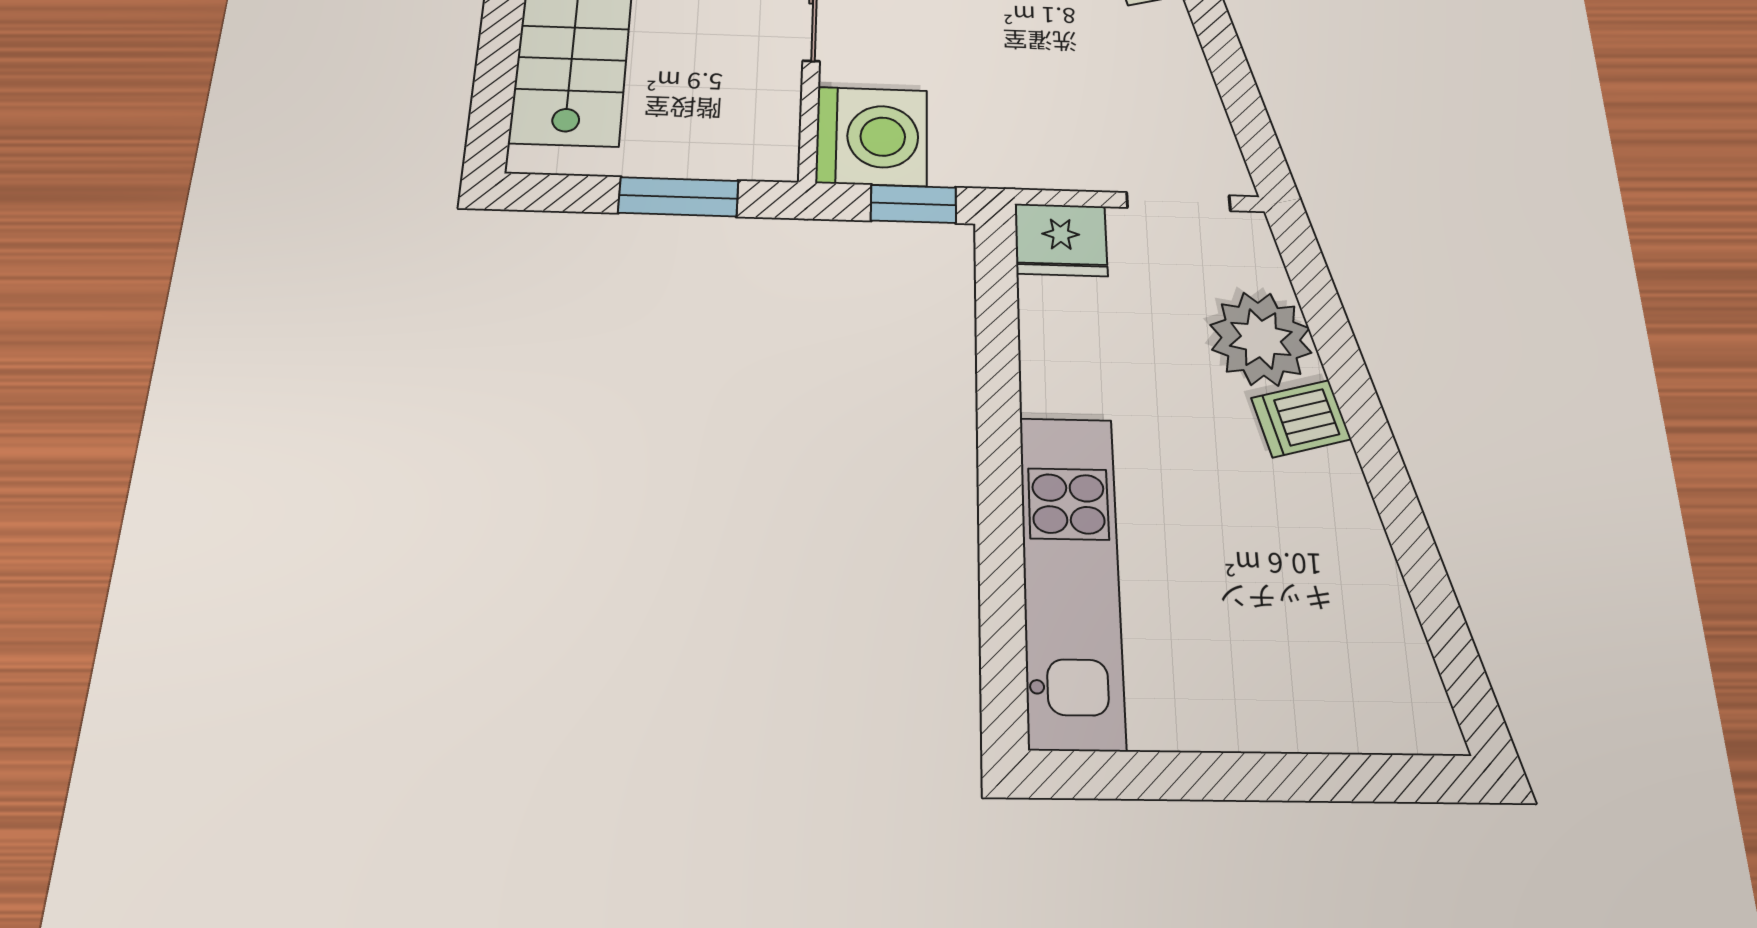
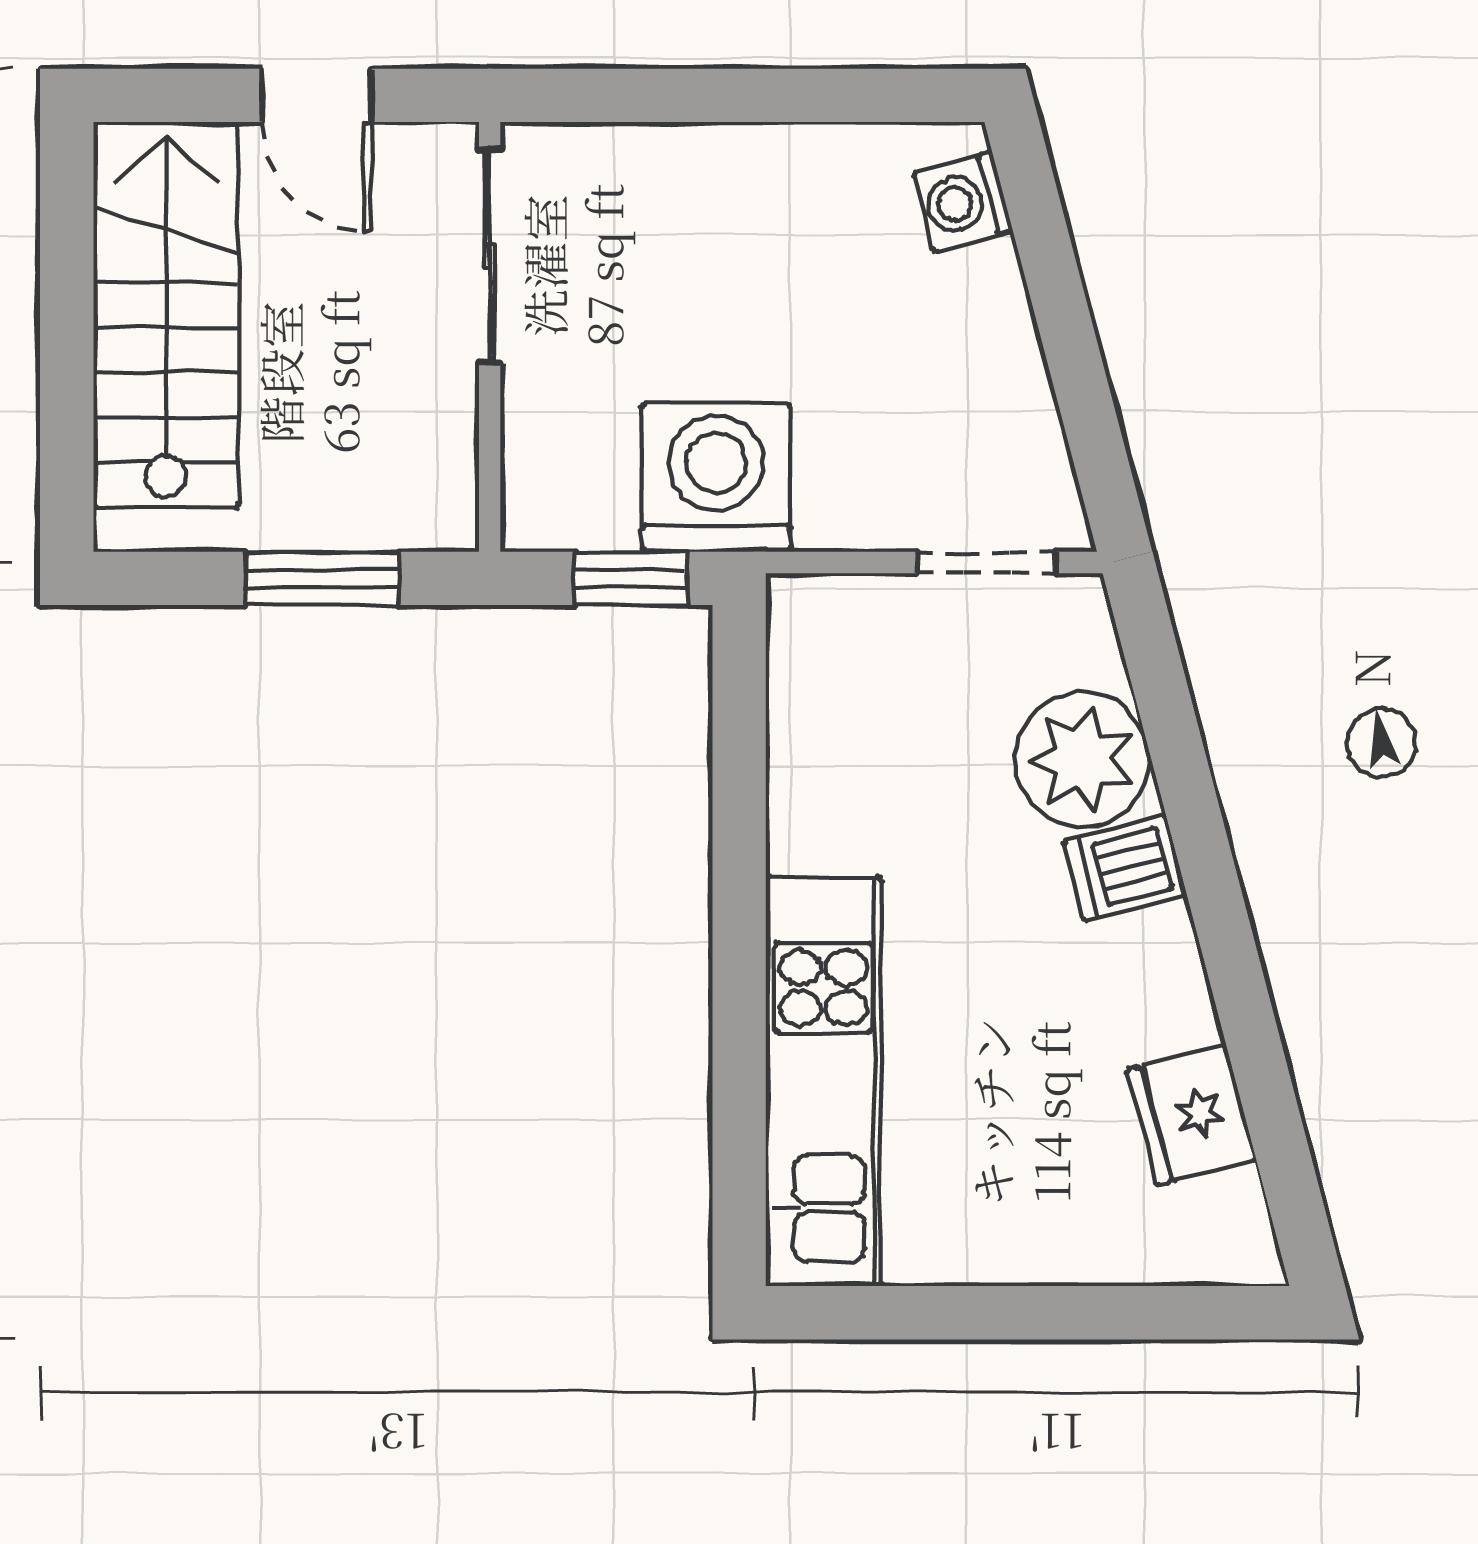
washing machine: (872, 136) -> (716, 478), moved, turned -90
fridge: (1061, 240) -> (1191, 1115), moved, turned 75

